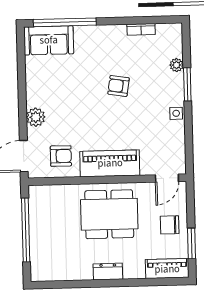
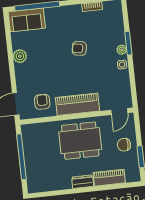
plant: (177, 65) -> (122, 50), moved
plant: (36, 117) -> (20, 56), moved
armchair: (61, 156) -> (42, 102), turned -90
piano: (167, 269) -> (109, 178), moved

